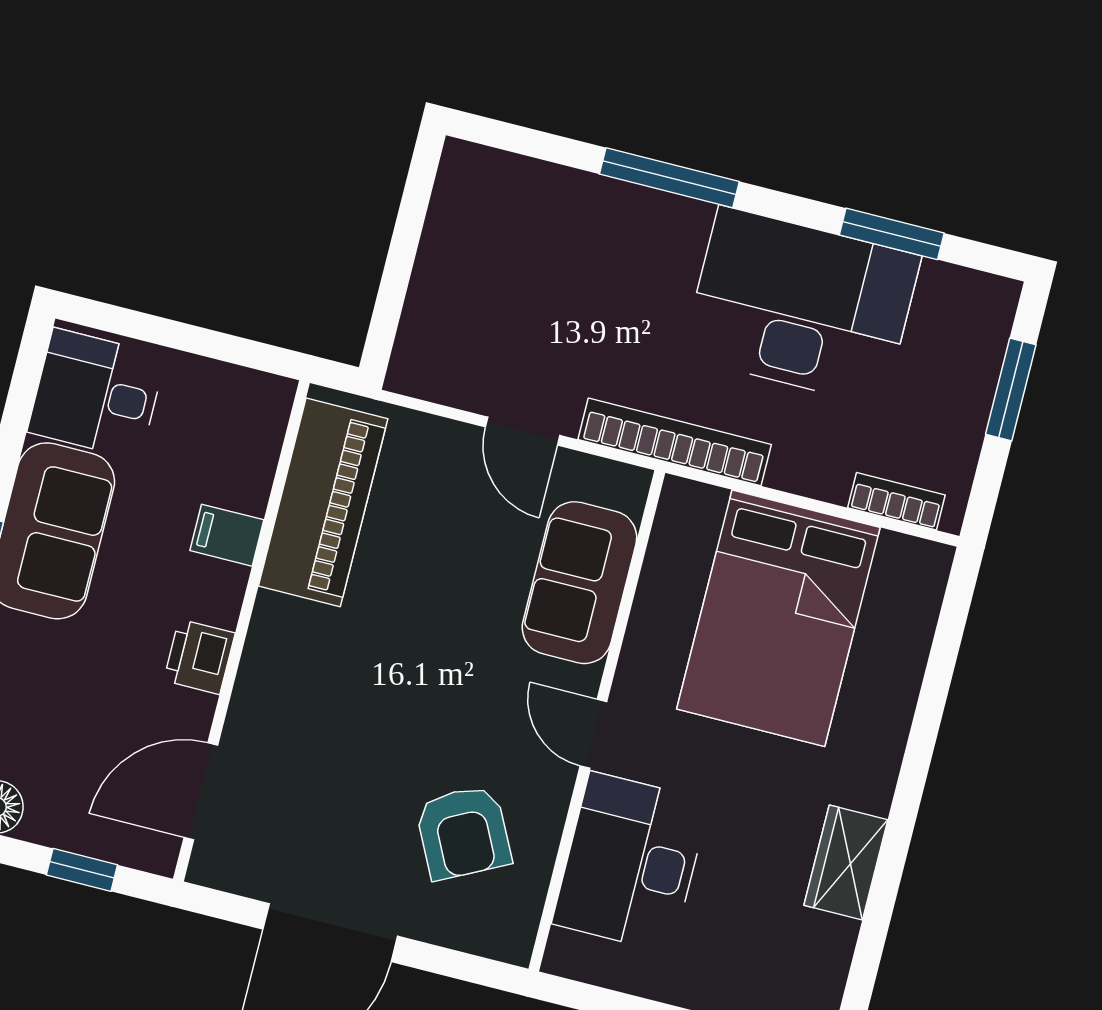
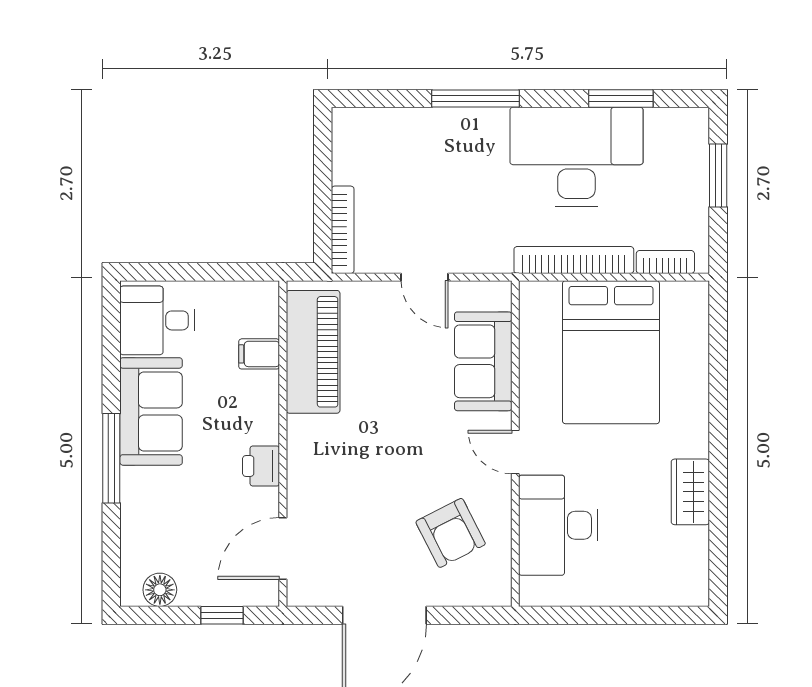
bookcase: (416, 327) -> (343, 230), added
bookcase: (675, 442) -> (574, 260), moved
filing cabinet: (227, 535) -> (259, 354), moved

